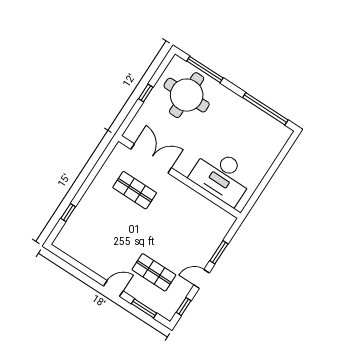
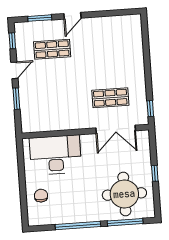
window: (265, 109) -> (78, 226), moved
chair: (262, 150) -> (41, 196), added
window: (68, 213) -> (150, 109), moved

